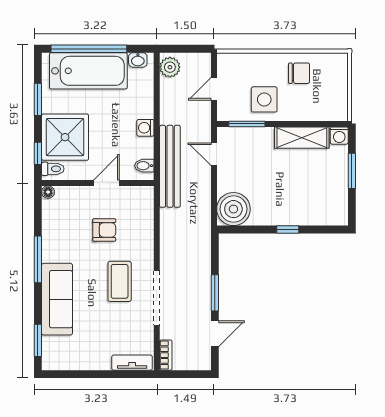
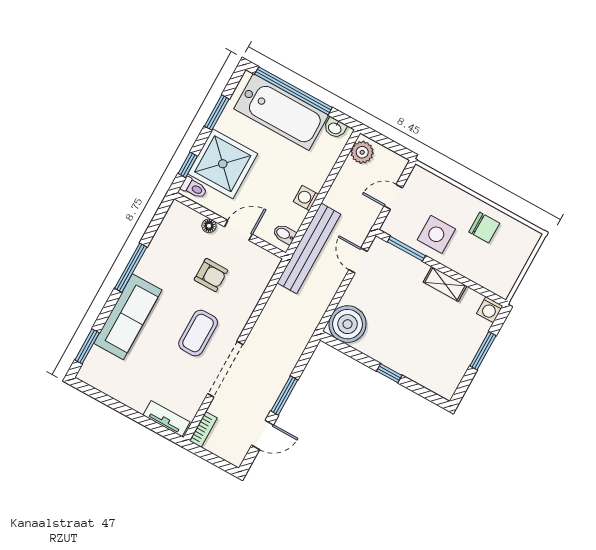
shelving: (302, 138) -> (445, 284), width x0.67, depth x0.75
floor lamp: (48, 192) -> (209, 226), moved

